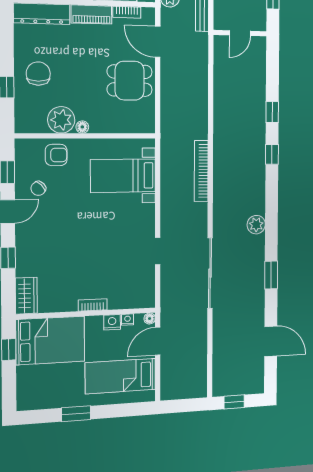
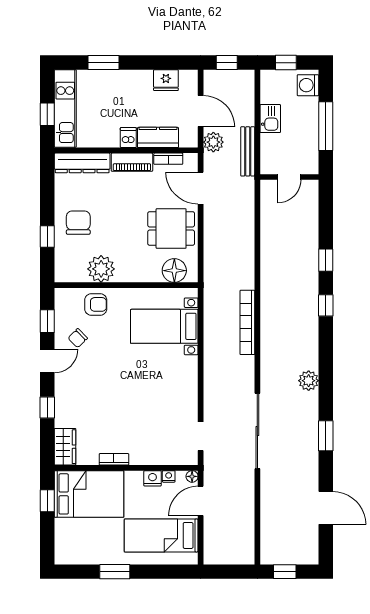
floor lamp: (82, 127) -> (174, 271), moved, width x1.89, depth x1.89
doorway: (158, 251) -> (201, 436), moved
bookcase: (93, 305) -> (114, 459), moved

